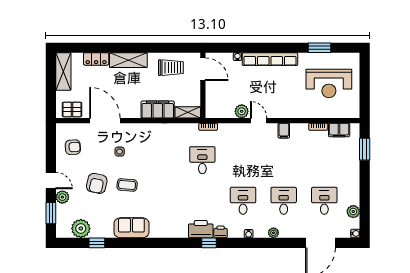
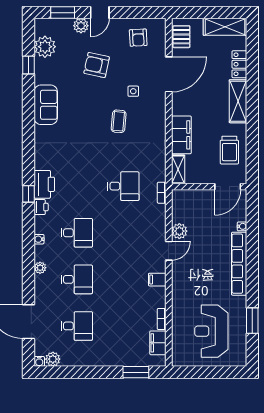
coffee table: (127, 185) -> (119, 121), moved
plant: (353, 212) -> (53, 359), moved

